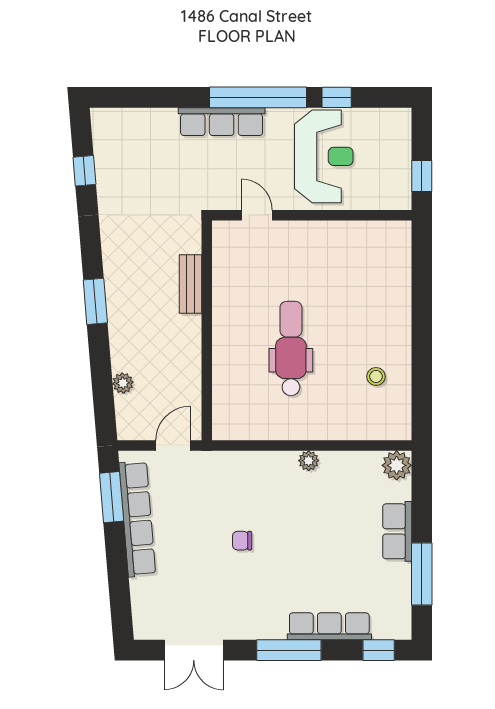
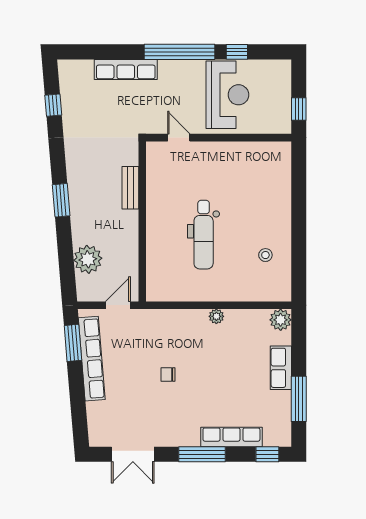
row of seats: (222, 122) -> (126, 69), moved
dental chair: (291, 348) -> (204, 235), turned 180
plant: (123, 383) -> (88, 259), width x1.87, depth x1.87

